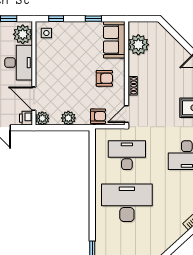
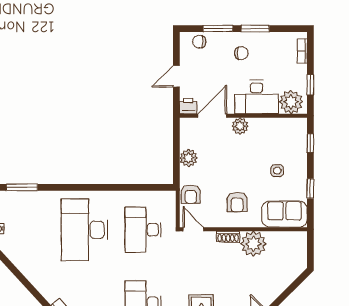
side table: (46, 33) -> (277, 171), moved
plant: (138, 45) -> (253, 244), moved
plant: (42, 118) -> (240, 126), moved
desk: (127, 155) -> (143, 230), turned 180
desk: (127, 203) -> (85, 230), turned 180

